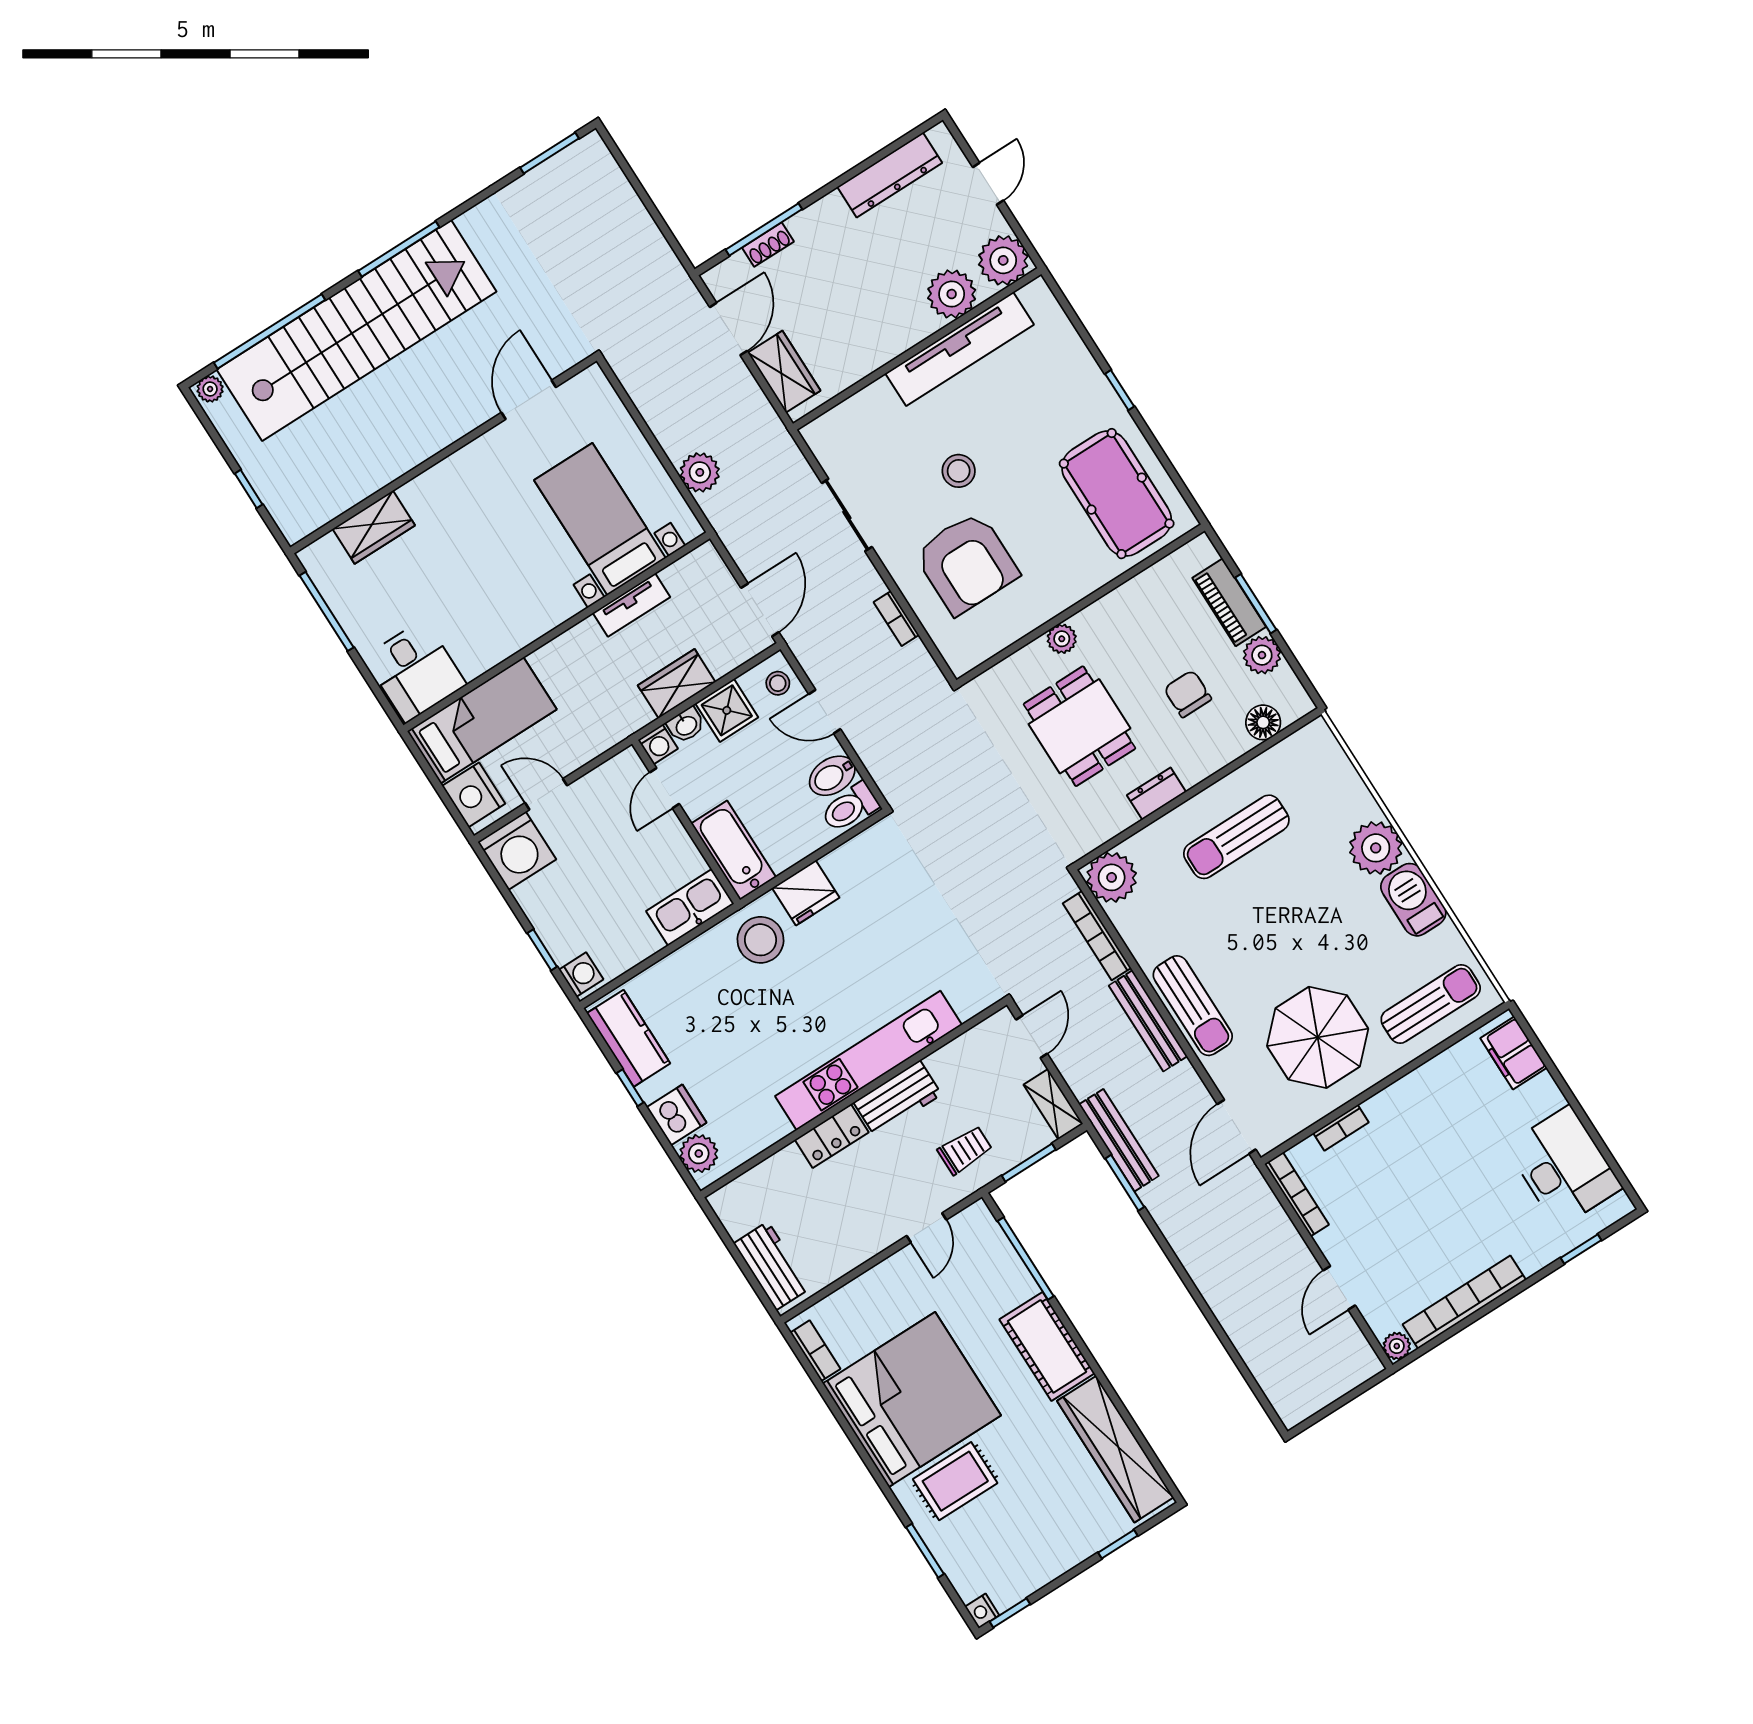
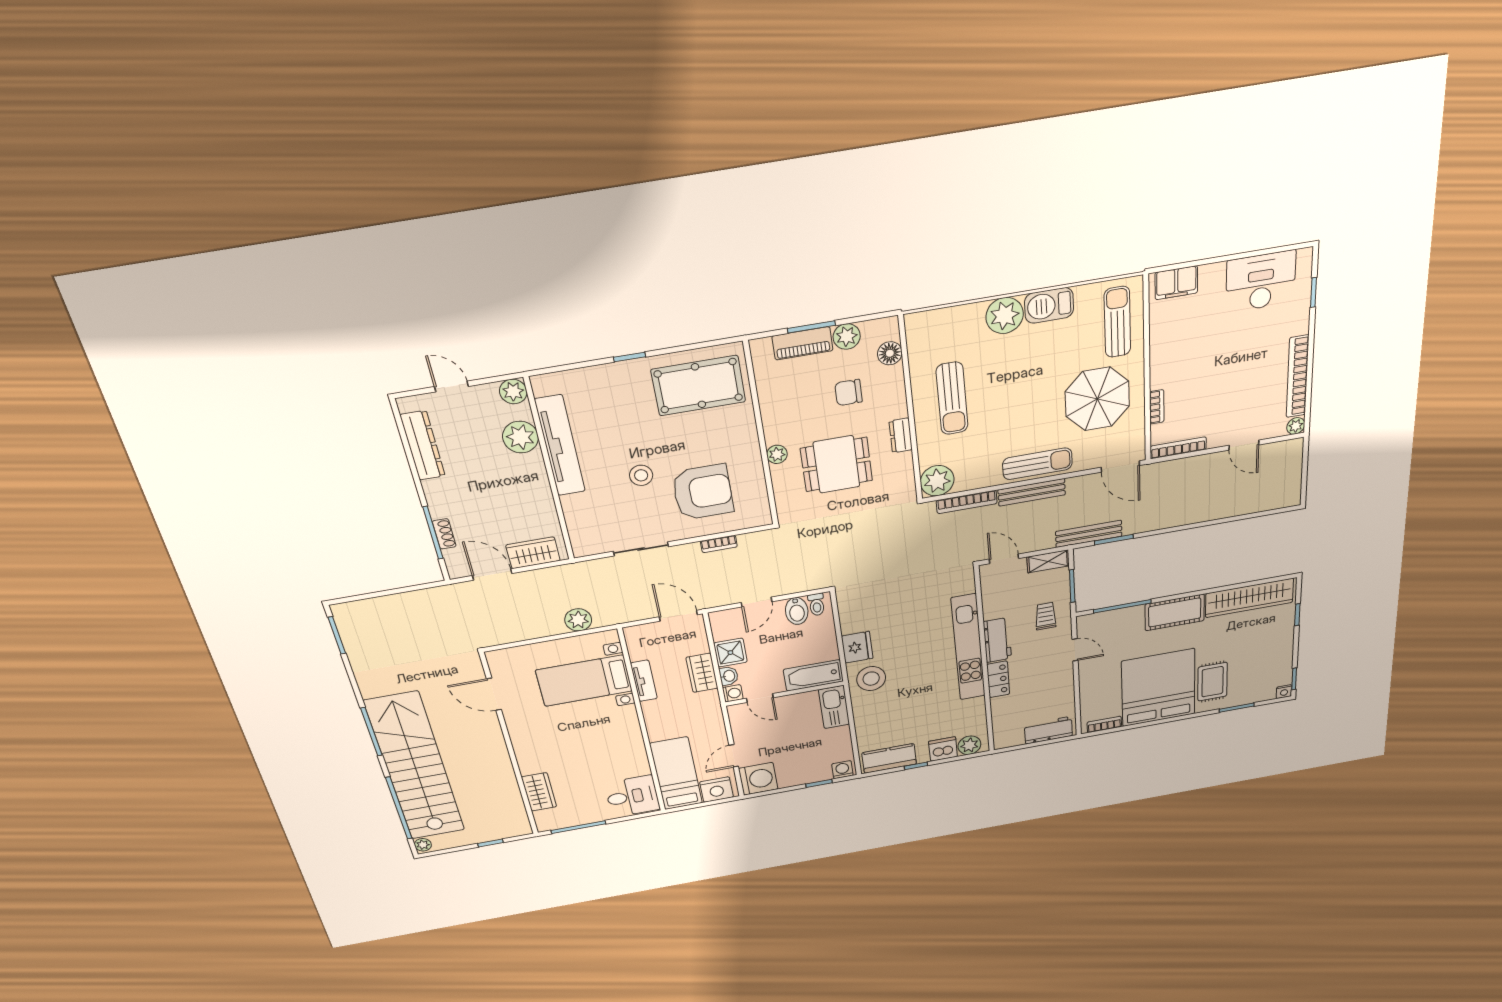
plant: (1003, 260) -> (513, 392), width x0.73, depth x0.73
stool: (778, 683) -> (727, 621), removed
toilet: (850, 807) -> (817, 604), width x0.73, depth x0.72

